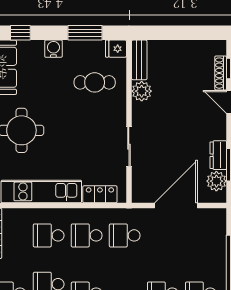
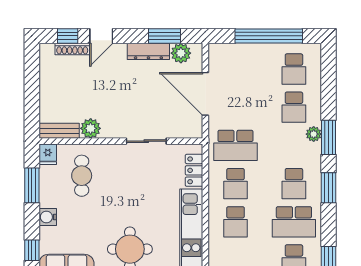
dresser: (218, 155) -> (148, 51), width x1.44
school desk: (125, 235) -> (235, 145), width x1.85

